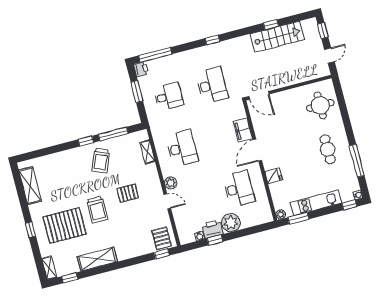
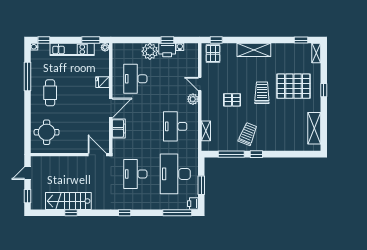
desk: (168, 96) -> (175, 174), width x1.87, depth x1.30
shelving: (97, 259) -> (254, 50), moved

